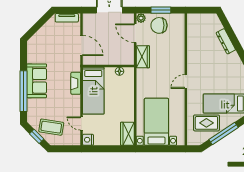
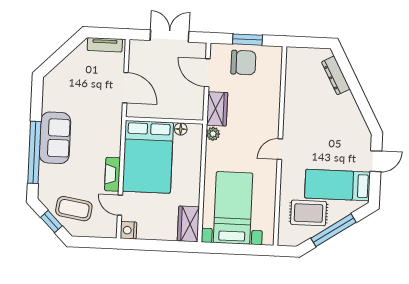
plant: (141, 18) -> (213, 134), moved
chair: (159, 25) -> (243, 63), turned 180
dresser: (226, 41) -> (336, 75), moved
fireplace: (76, 83) -> (112, 174), moved
bed: (93, 91) -> (148, 157), width x1.50

